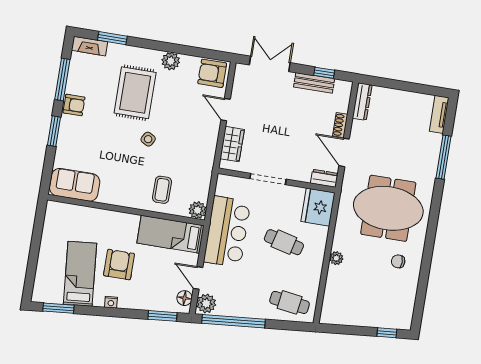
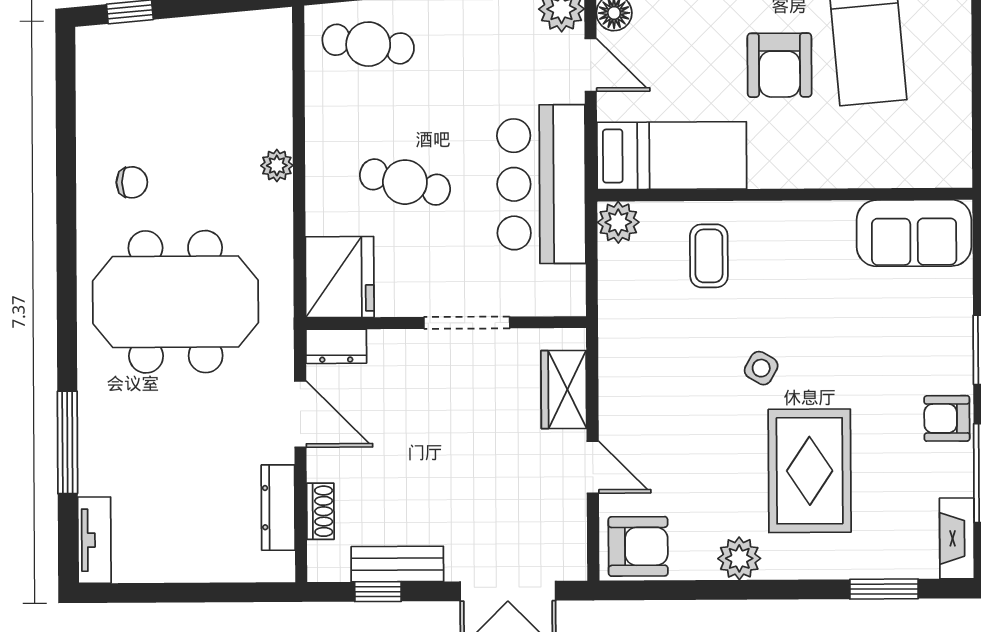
fireplace: (90, 46) -> (957, 538), moved, turned -90
dresser: (362, 102) -> (278, 508), moved
shoe rack: (340, 125) -> (320, 511), moved

